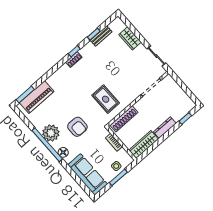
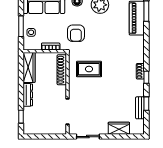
armchair: (77, 127) -> (76, 33), moved, turned -90

